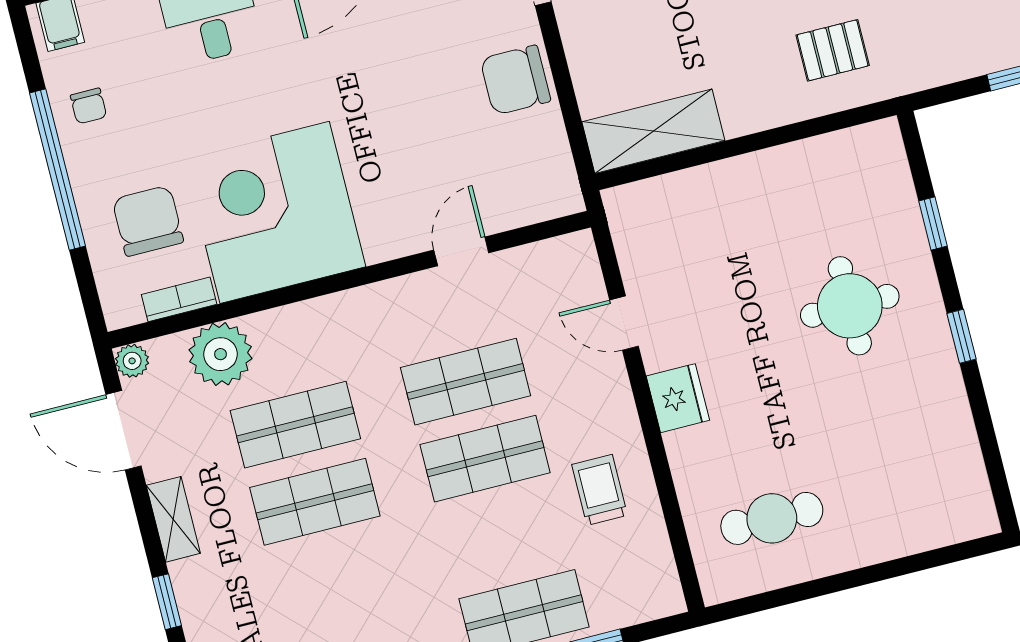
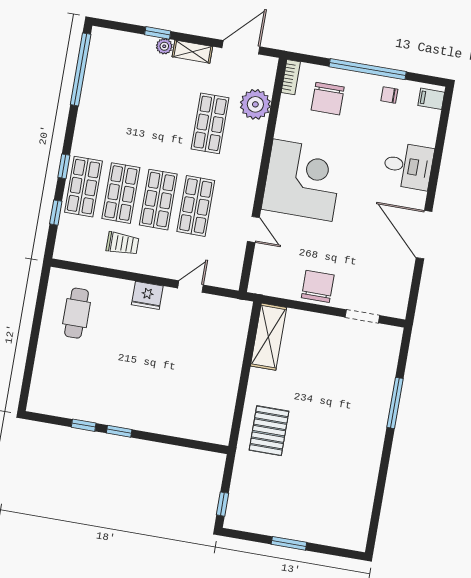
pallet: (833, 50) -> (269, 431), width x1.50, depth x1.42
corner desk: (275, 212) -> (302, 180), moved
chair: (148, 221) -> (328, 99), turned 90
window: (933, 224) -> (84, 425), moved
bookcase: (179, 299) -> (291, 77), moved
round table: (850, 306) -> (154, 388), removed
plant: (132, 361) -> (164, 46), moved
shop shelf: (315, 502) -> (121, 193), moved

